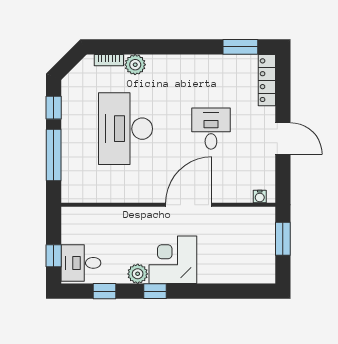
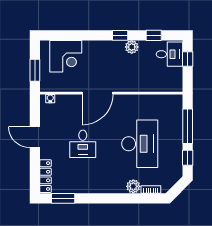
corner desk: (173, 260) -> (66, 56), moved

